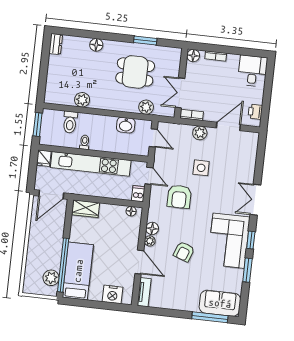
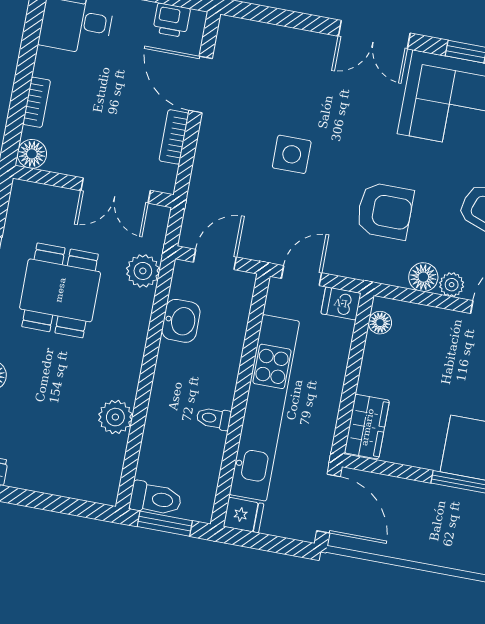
bookcase: (192, 115) -> (174, 137), moved
toilet: (70, 122) -> (156, 499), moved
plant: (200, 133) -> (211, 151), removed
armchair: (179, 197) -> (385, 211), moved

